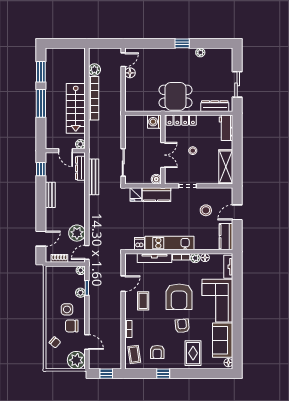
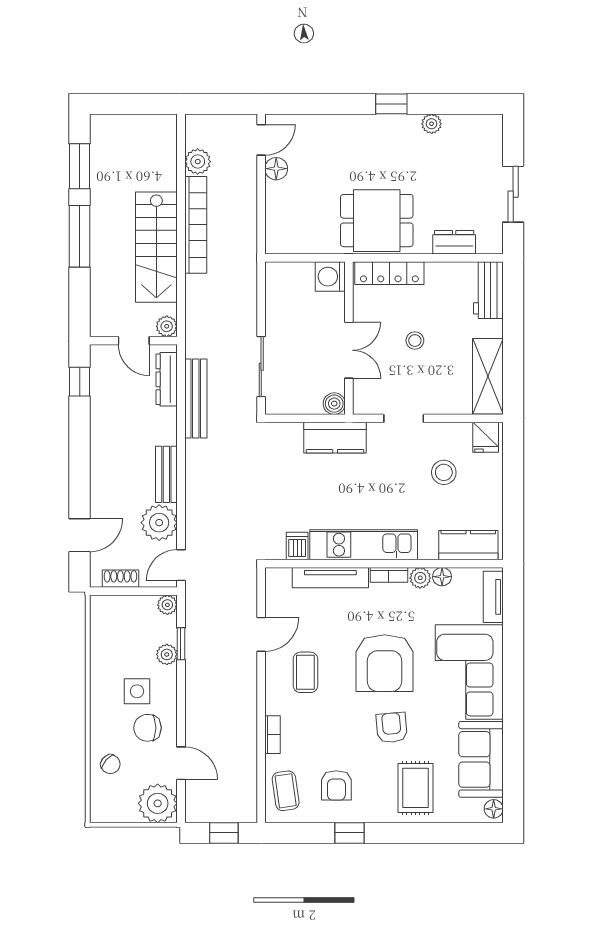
dresser: (215, 106) -> (454, 242), width x0.70
fridge: (136, 194) -> (486, 437), moved
bench: (50, 195) -> (166, 474), moved
door: (237, 212) -> (513, 477), removed
kitchen counter: (226, 237) -> (468, 545), moved, turned 90

